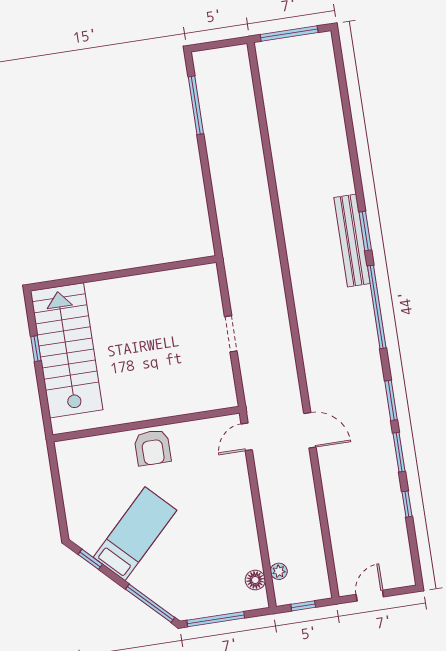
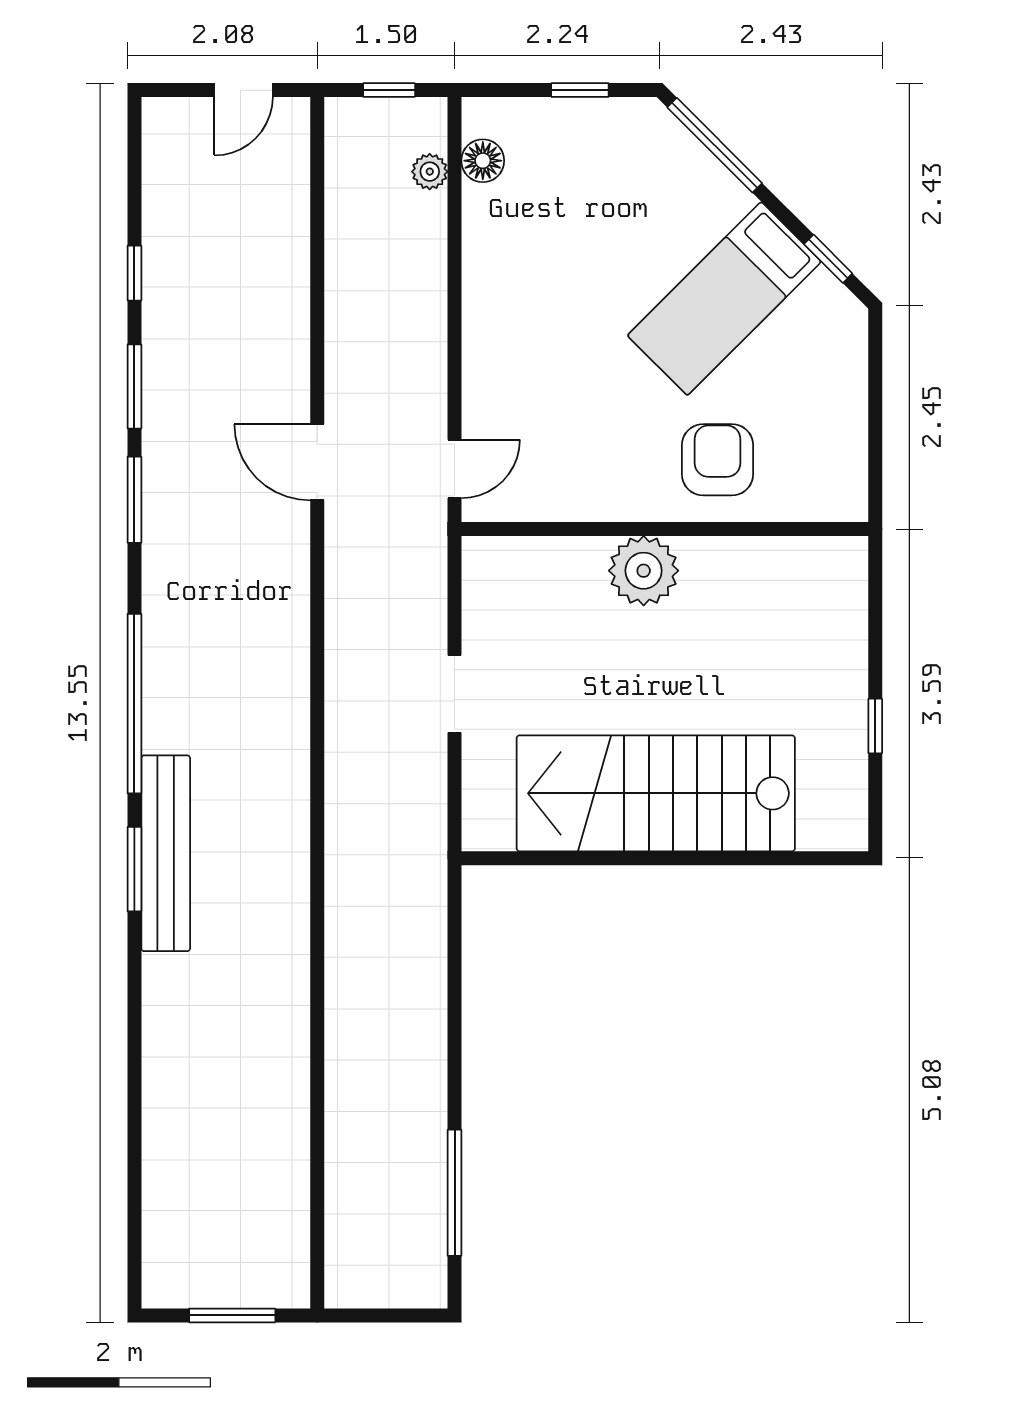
window: (289, 33) -> (232, 1315), width x0.69
stairs: (67, 350) -> (656, 793), moved, turned 90
plant: (153, 403) -> (644, 571), added
armchair: (152, 448) -> (718, 460), moved
window: (216, 619) -> (580, 90), width x0.46

